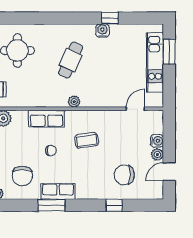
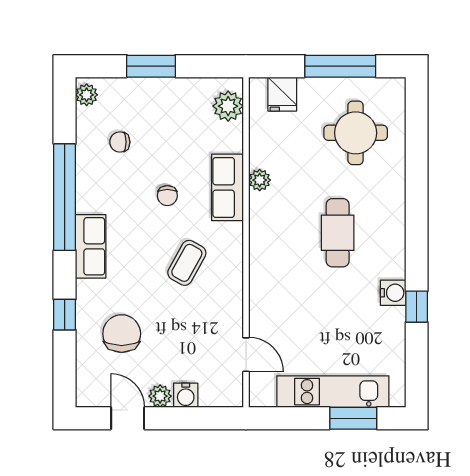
cafe table: (71, 60) -> (338, 233), turned 66
plant: (74, 102) -> (260, 180), moved
coffee table: (87, 140) -> (187, 263), turned 37
chair: (22, 176) -> (120, 142), width x0.54, depth x0.54
row of seats: (58, 191) -> (91, 246), moved
window: (52, 205) -> (65, 197), width x2.11

